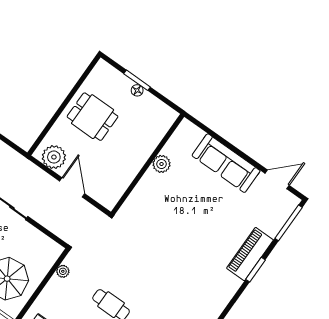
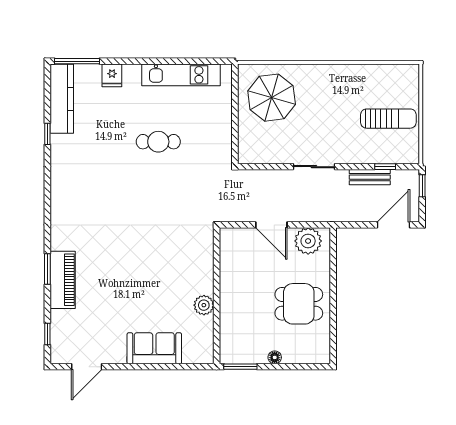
window: (137, 80) -> (240, 367), moved
sofa: (226, 163) -> (154, 348), width x0.73
window: (289, 223) -> (47, 334), width x0.46
plant: (63, 271) -> (225, 141), removed

